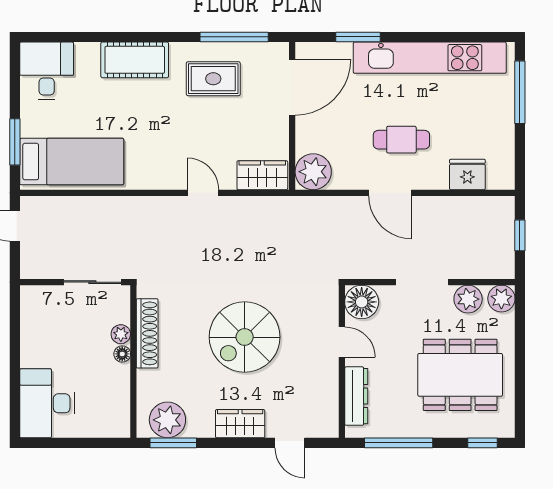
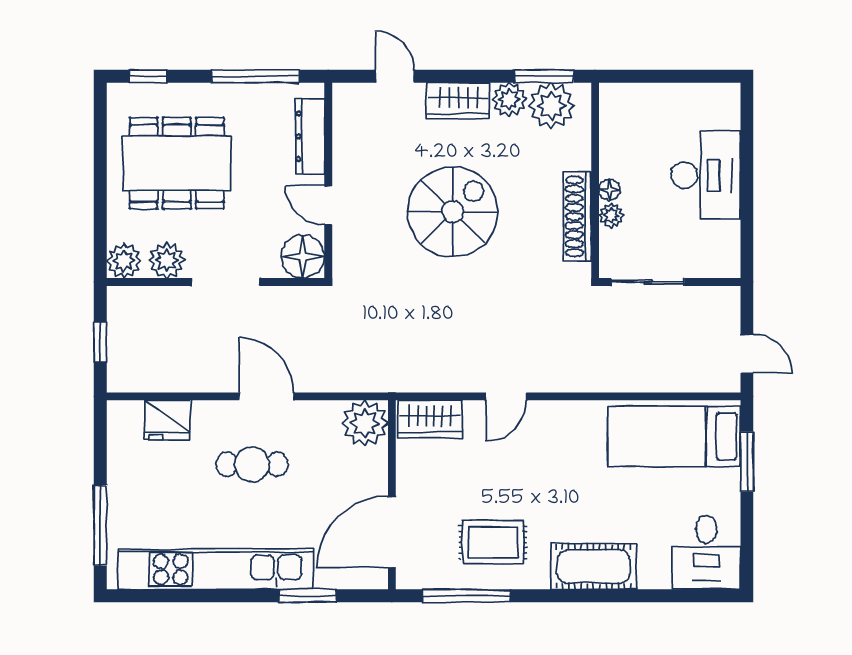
door: (203, 193) -> (506, 396), hinge flipped
desk: (47, 403) -> (706, 175), moved
plant: (201, 425) -> (509, 99), added

